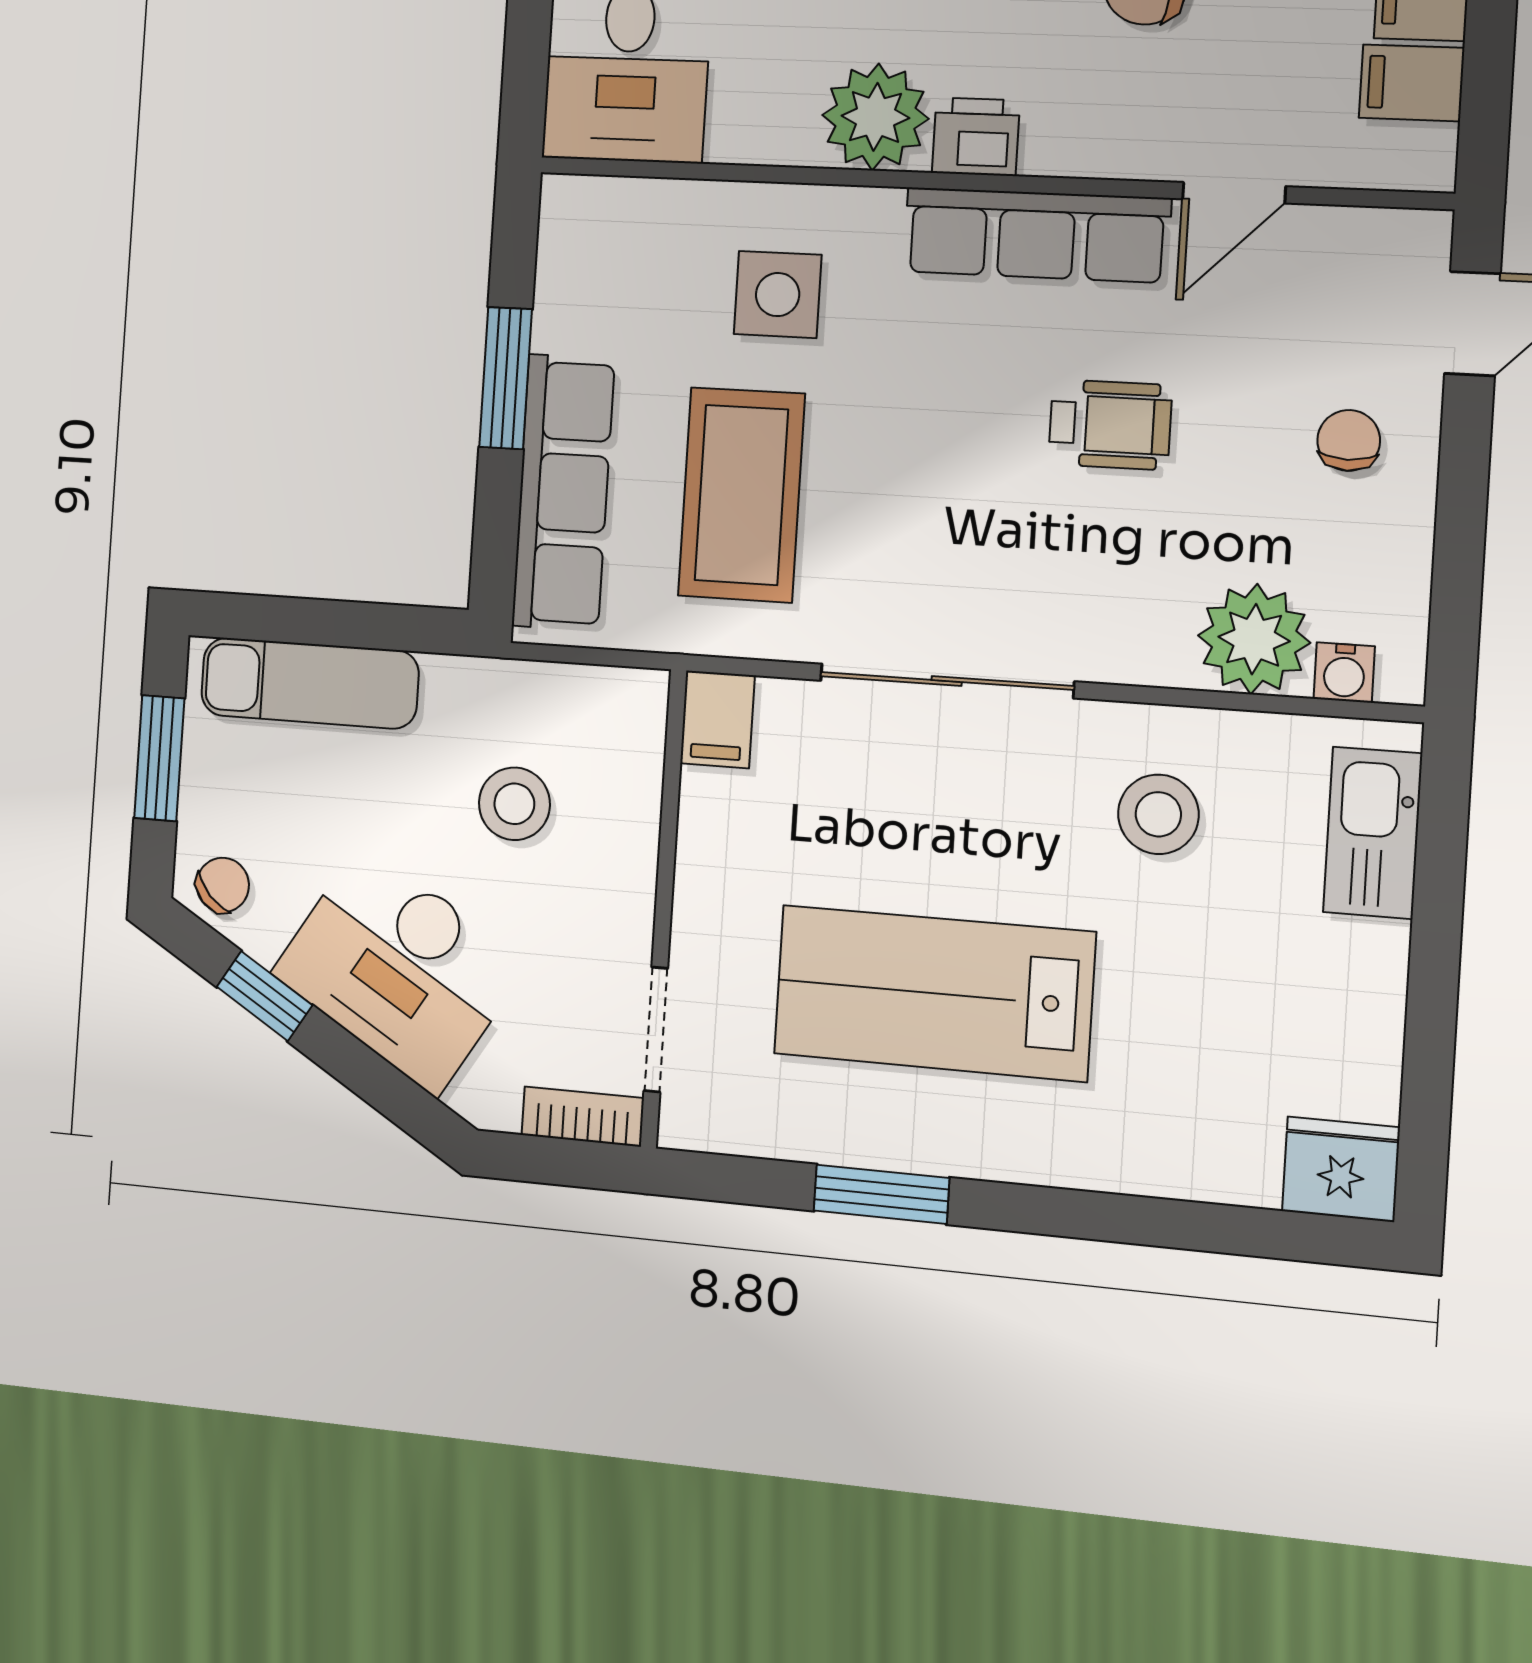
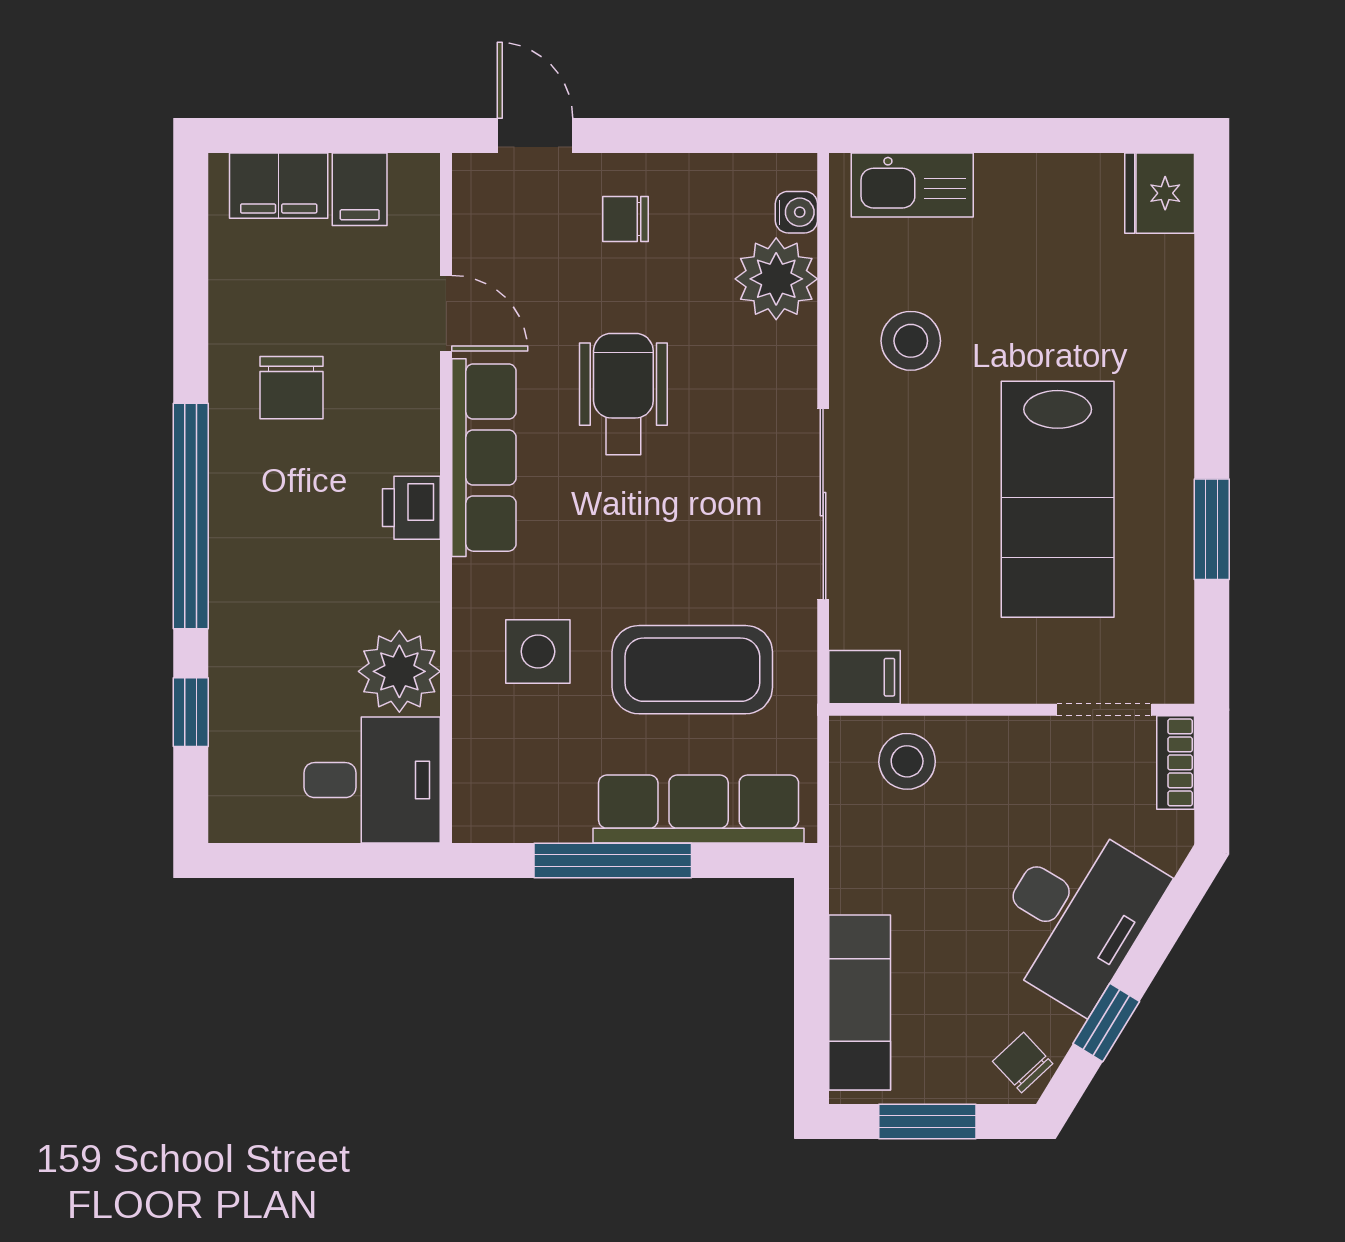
plant: (875, 117) -> (399, 671), moved
window: (506, 378) -> (613, 861), width x1.44
wheelchair: (1110, 425) -> (623, 394), width x1.36, depth x1.37
stool: (514, 804) -> (907, 761), moved

